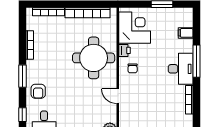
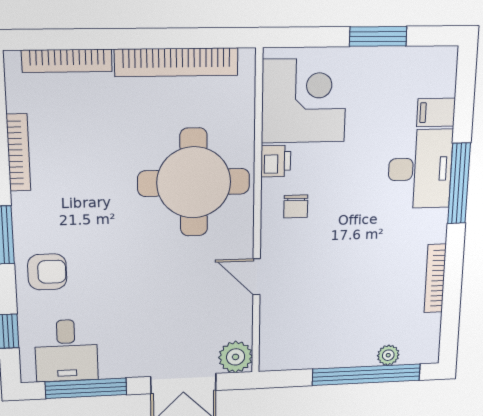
desk: (181, 69) -> (420, 169), moved
armchair: (38, 91) -> (47, 272), turned -90

